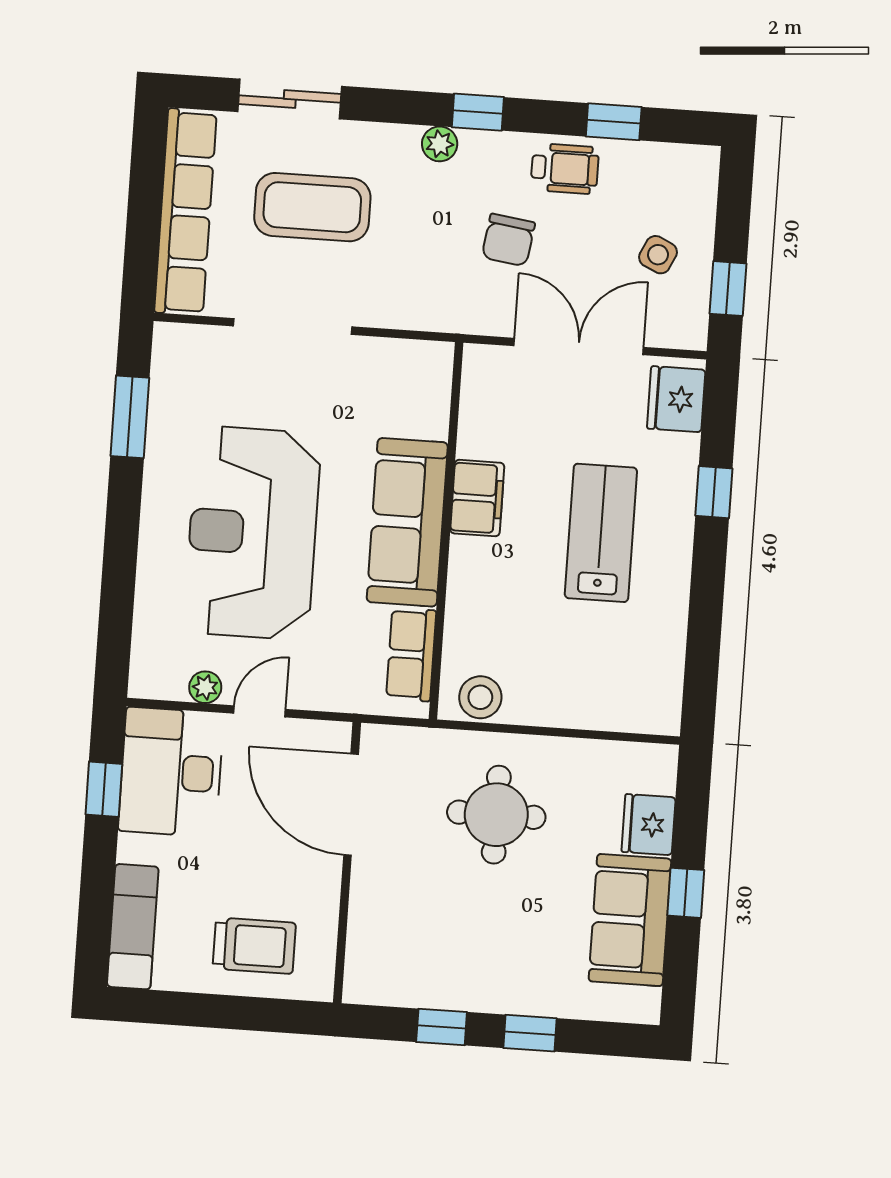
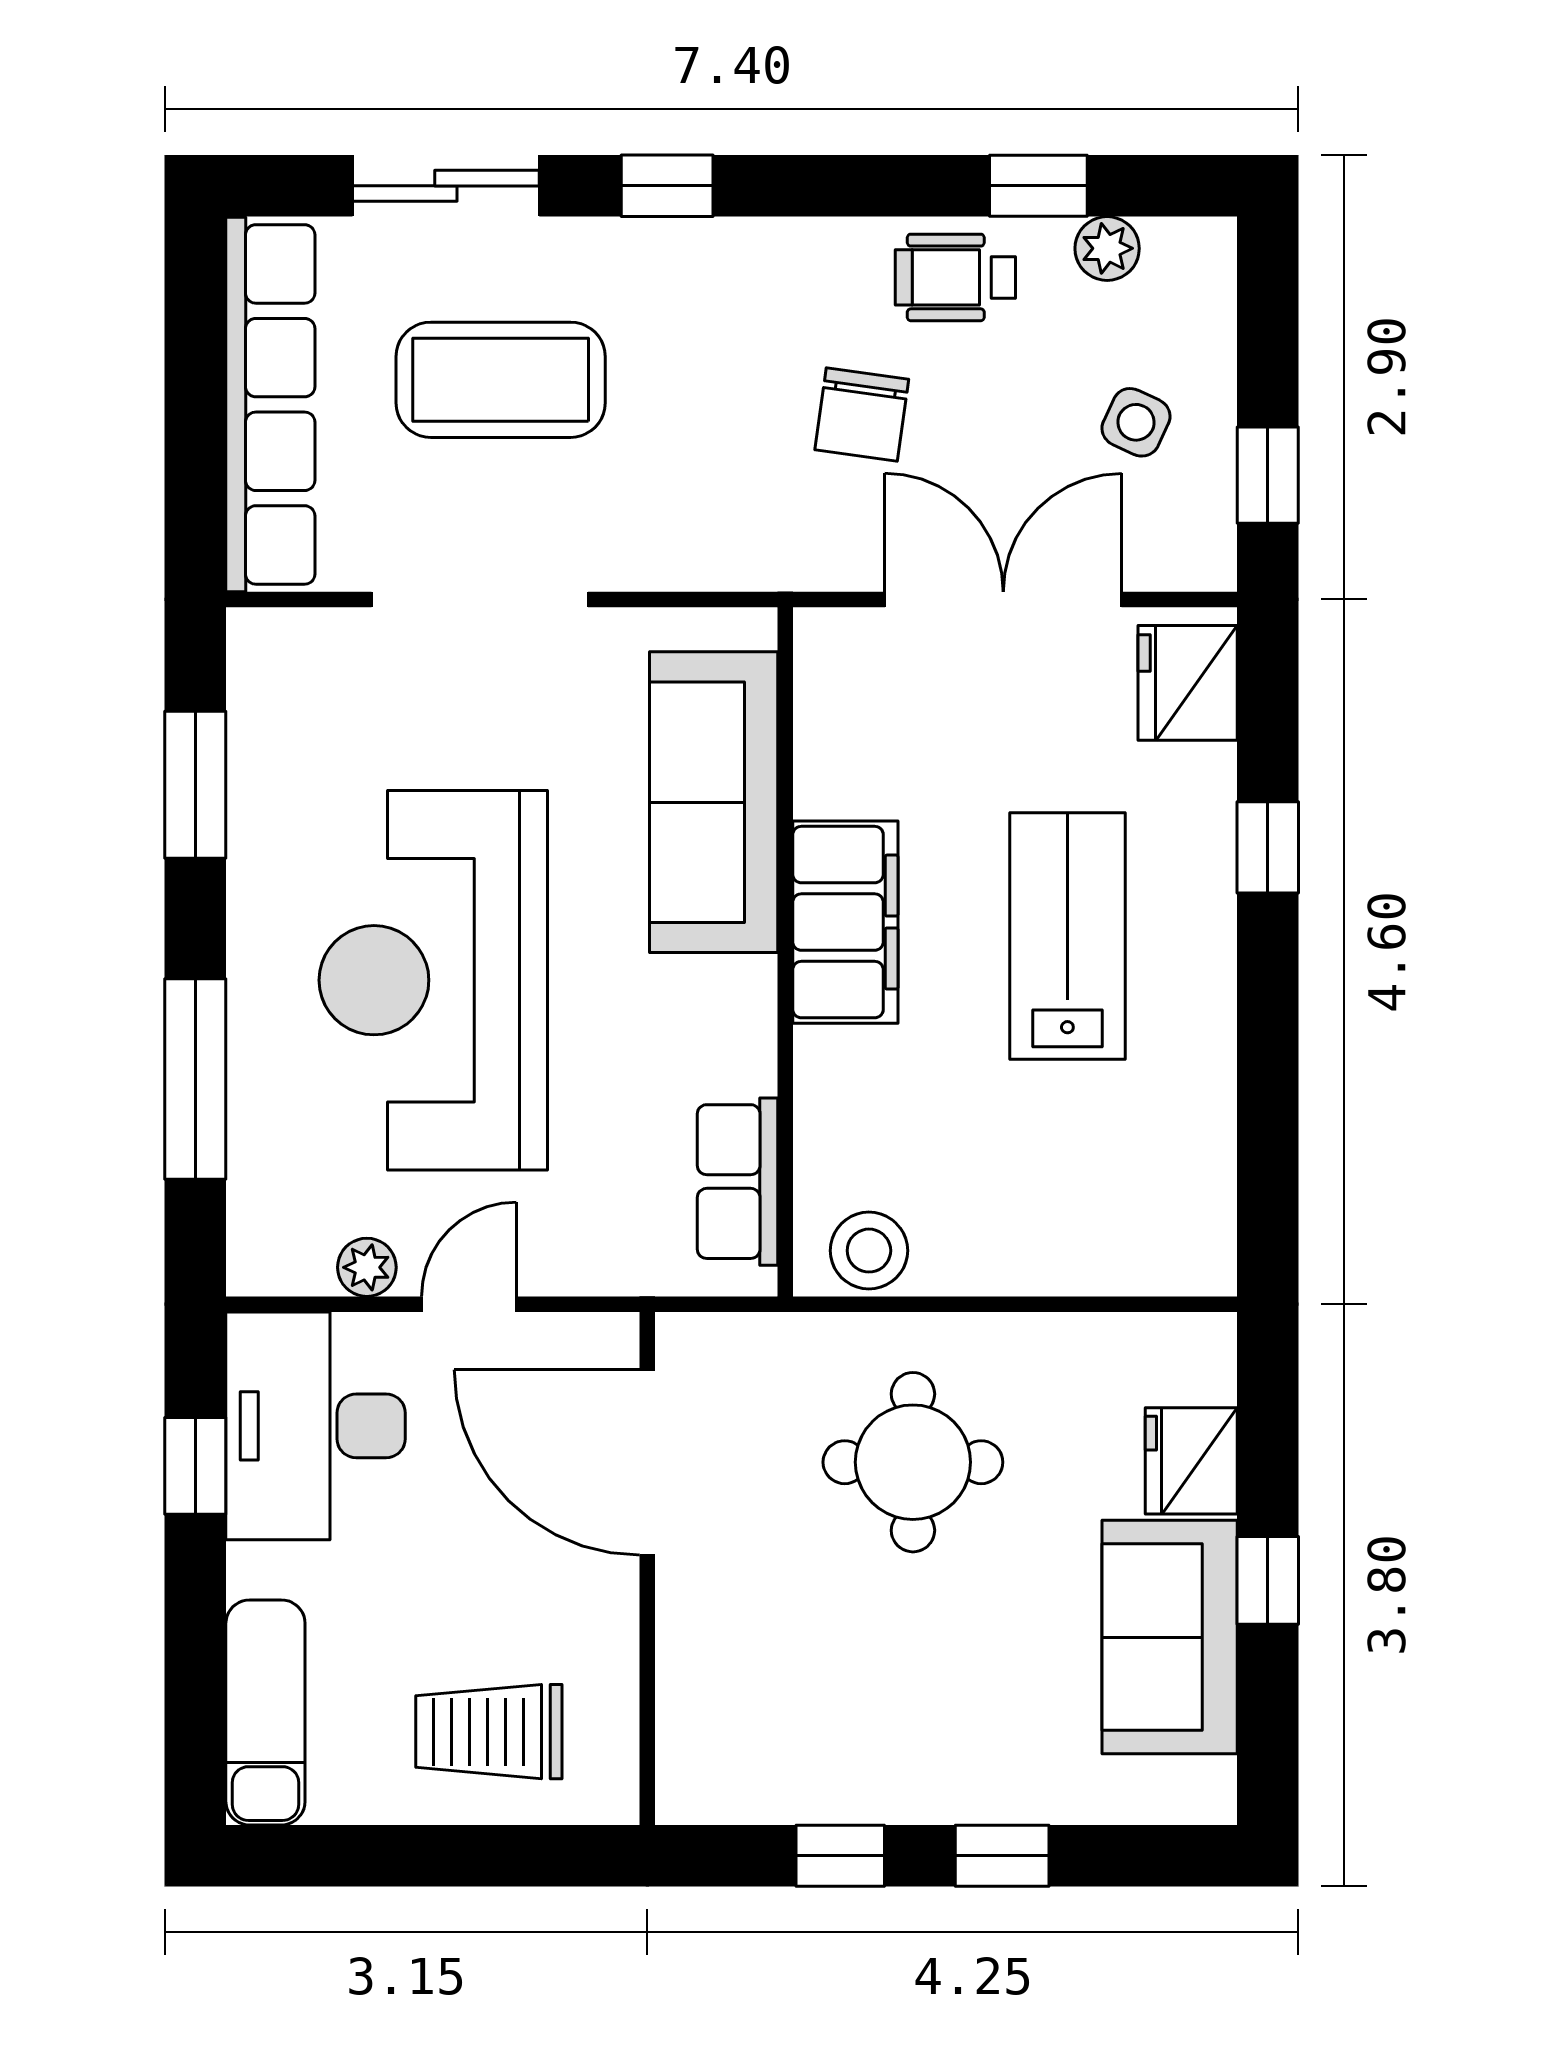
window: (478, 112) -> (667, 186), moved
plant: (440, 144) -> (1107, 248), moved
wheelchair: (565, 169) -> (955, 277), turned 180
filing cabinet: (477, 498) -> (845, 922), width x1.50, depth x1.17
sofa: (407, 522) -> (714, 802), moved
window: (119, 578) -> (195, 1079), added
trolley: (254, 946) -> (489, 1732), turned 180

